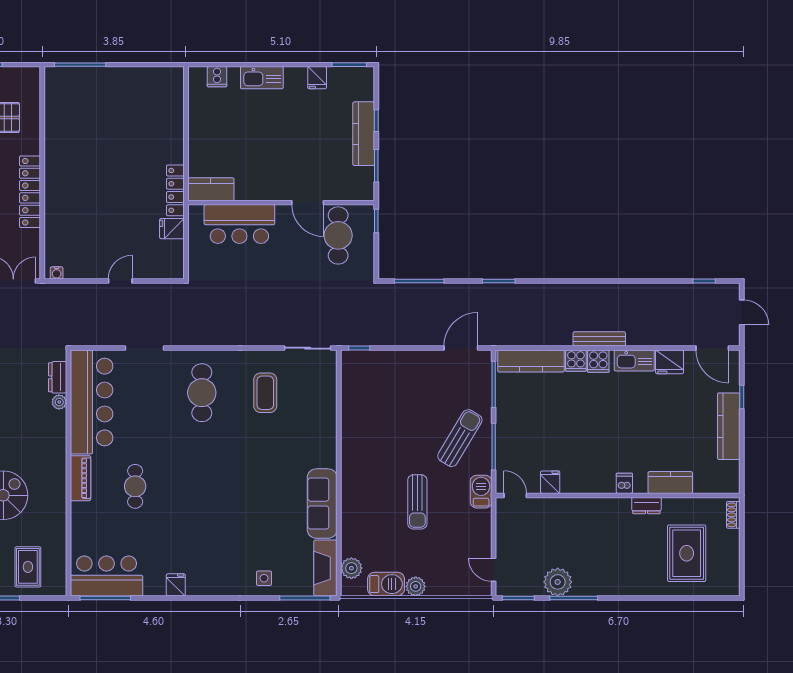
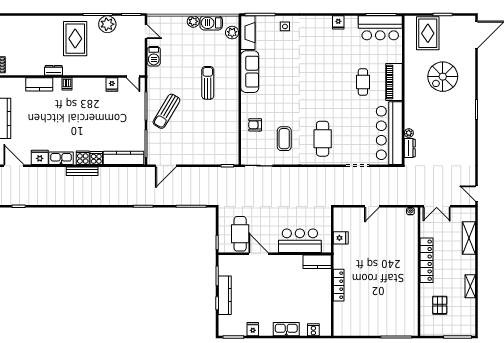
locker: (175, 190) -> (339, 285), moved
armchair: (313, 416) -> (255, 125), added
piano: (80, 478) -> (394, 82), width x1.37, depth x1.33
barbecue: (481, 492) -> (154, 56), moved
sun lounger: (417, 502) -> (208, 83), moved
rug: (687, 553) -> (75, 39), moved
rug: (28, 567) -> (428, 33), width x1.36, depth x1.43

